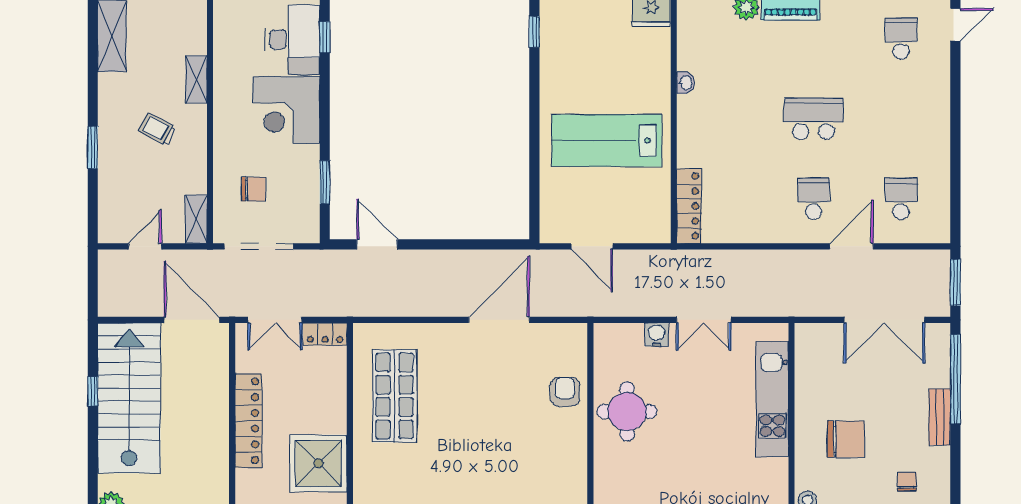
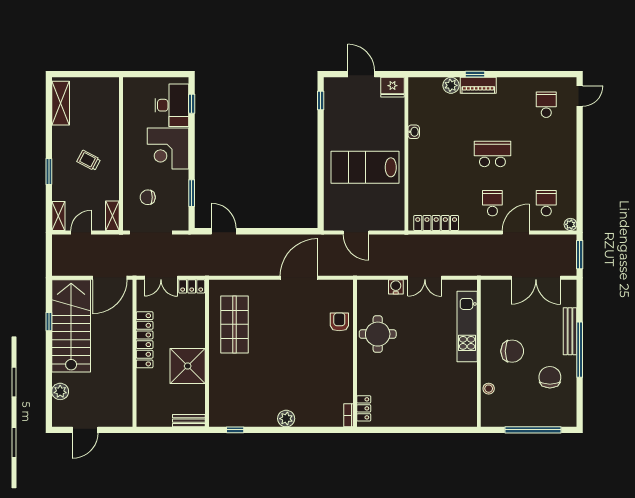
shelving: (196, 79) -> (58, 216), moved
chair: (253, 189) -> (148, 197), turned 180
locker: (689, 206) -> (436, 223), moved, turned -90
plant: (940, 233) -> (570, 224), added
door: (192, 320) -> (110, 278), swing flipped
window: (955, 379) -> (580, 350), moved
bench: (940, 417) -> (570, 331), width x1.36
chair: (907, 482) -> (550, 377), width x1.87, depth x1.87

